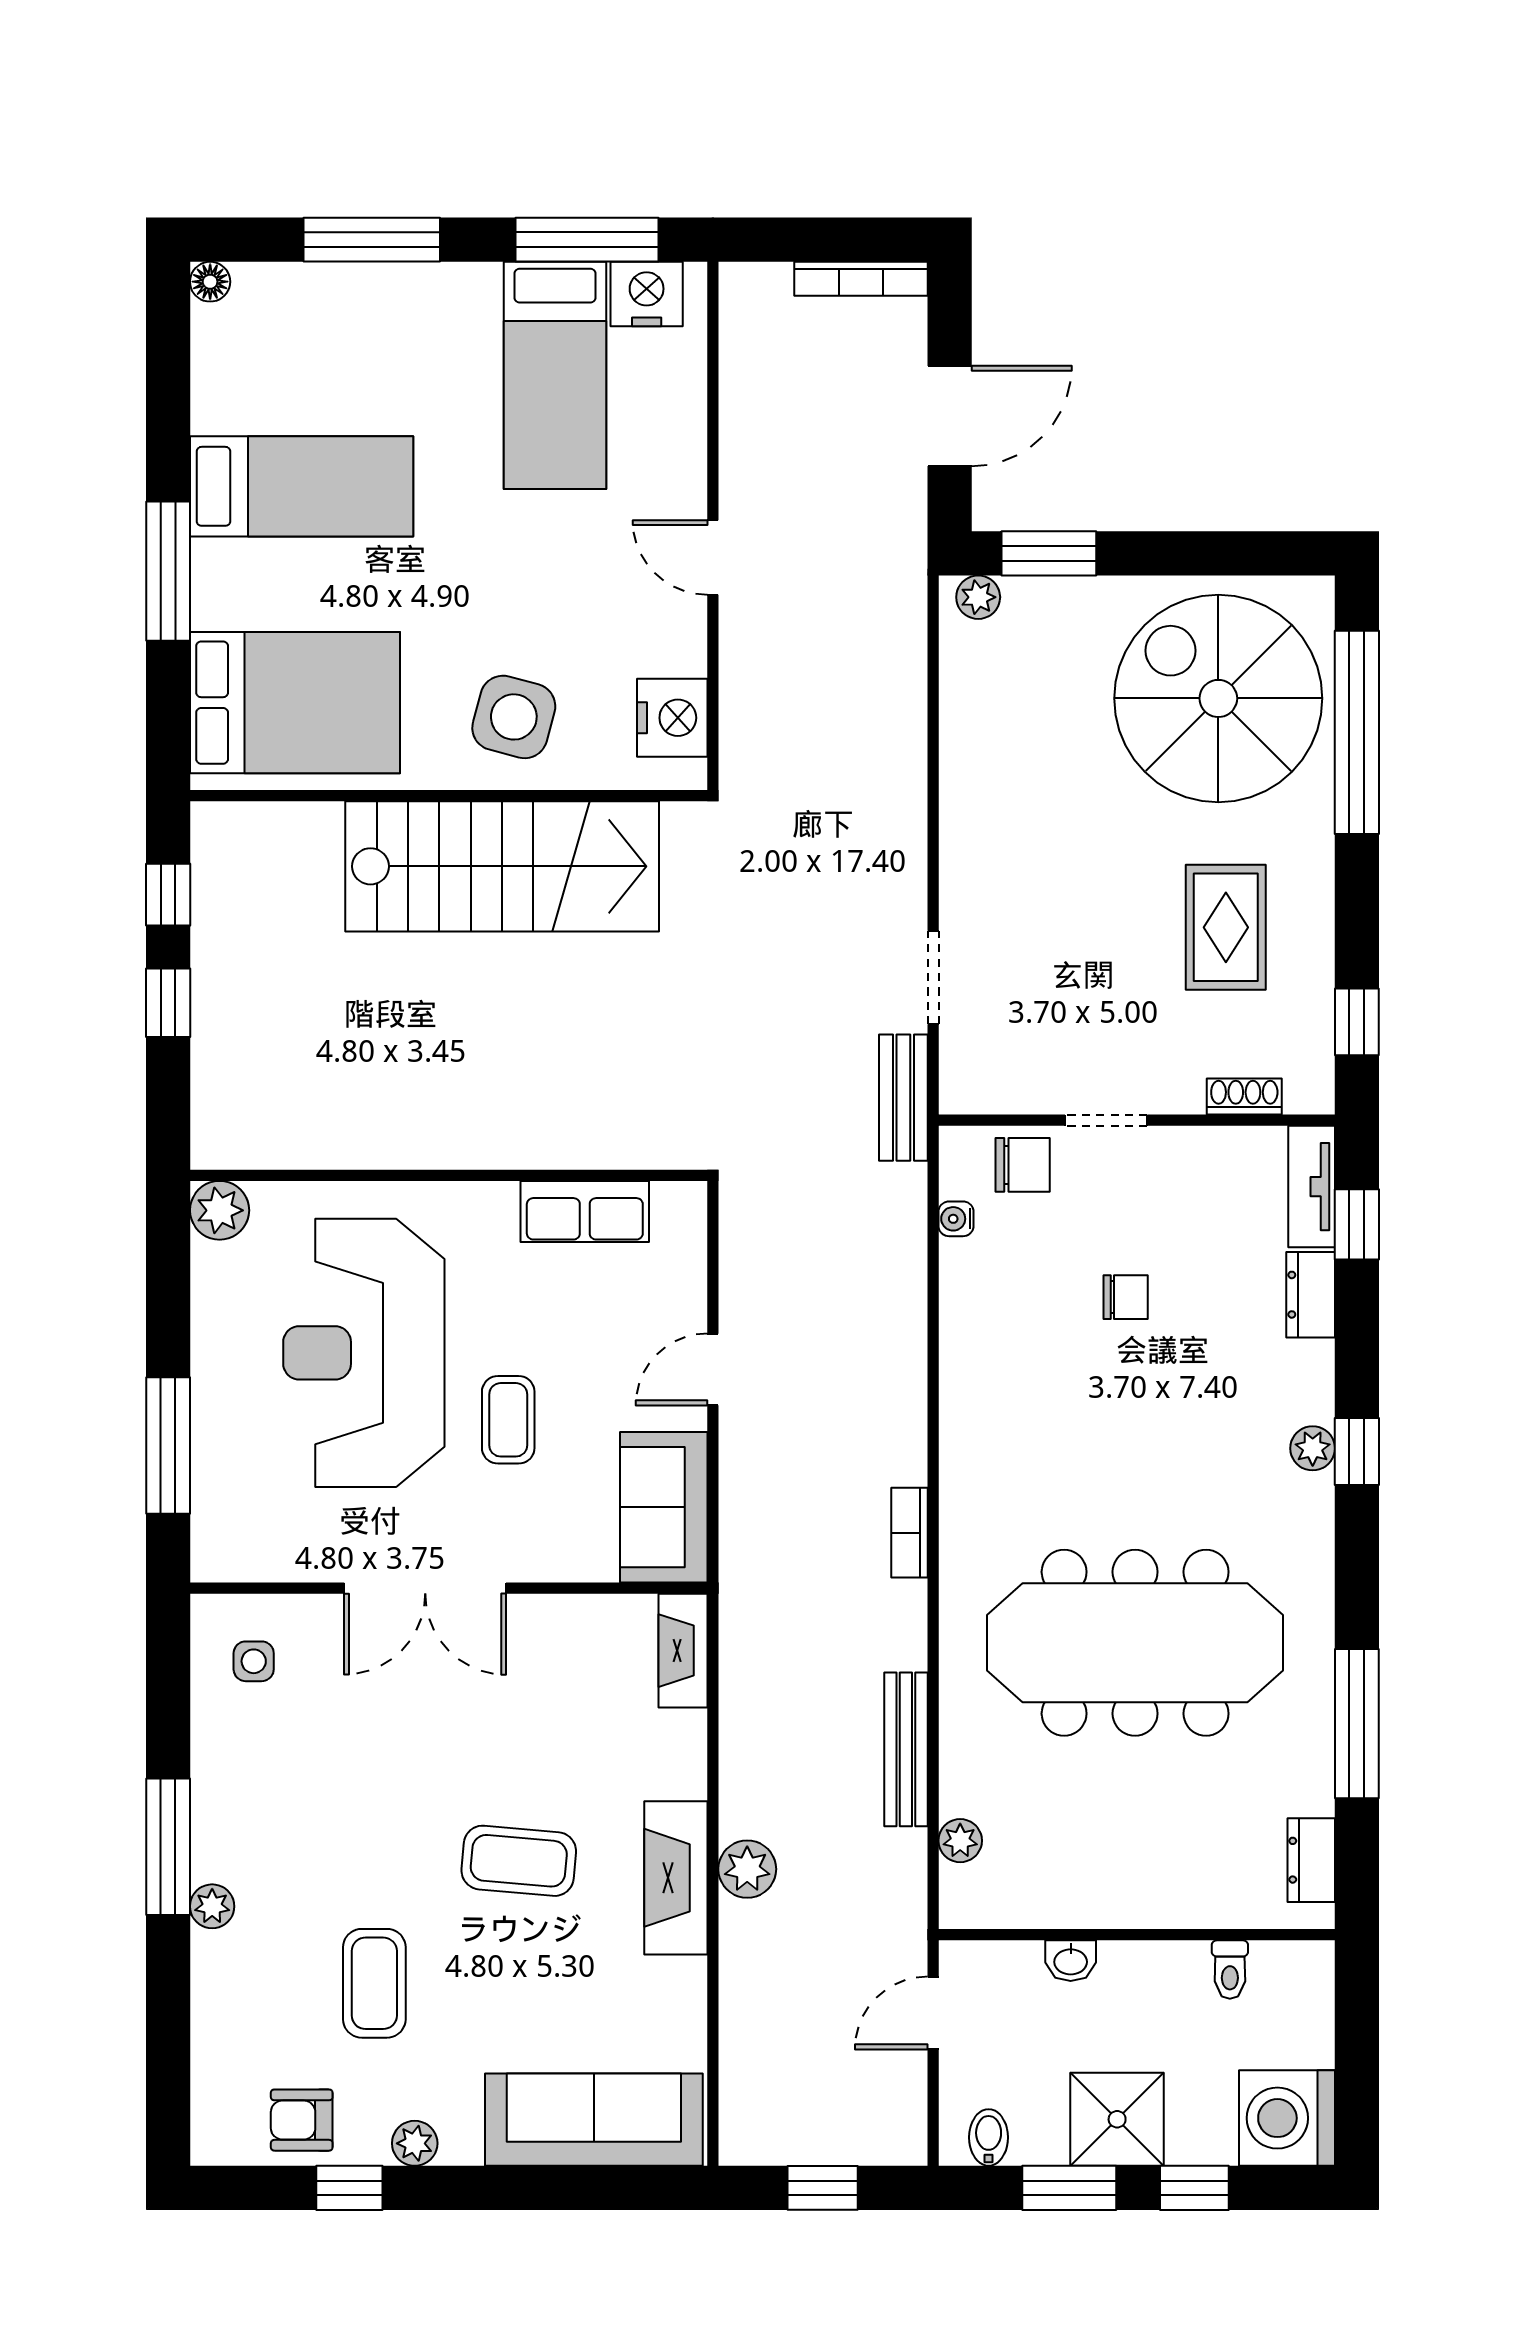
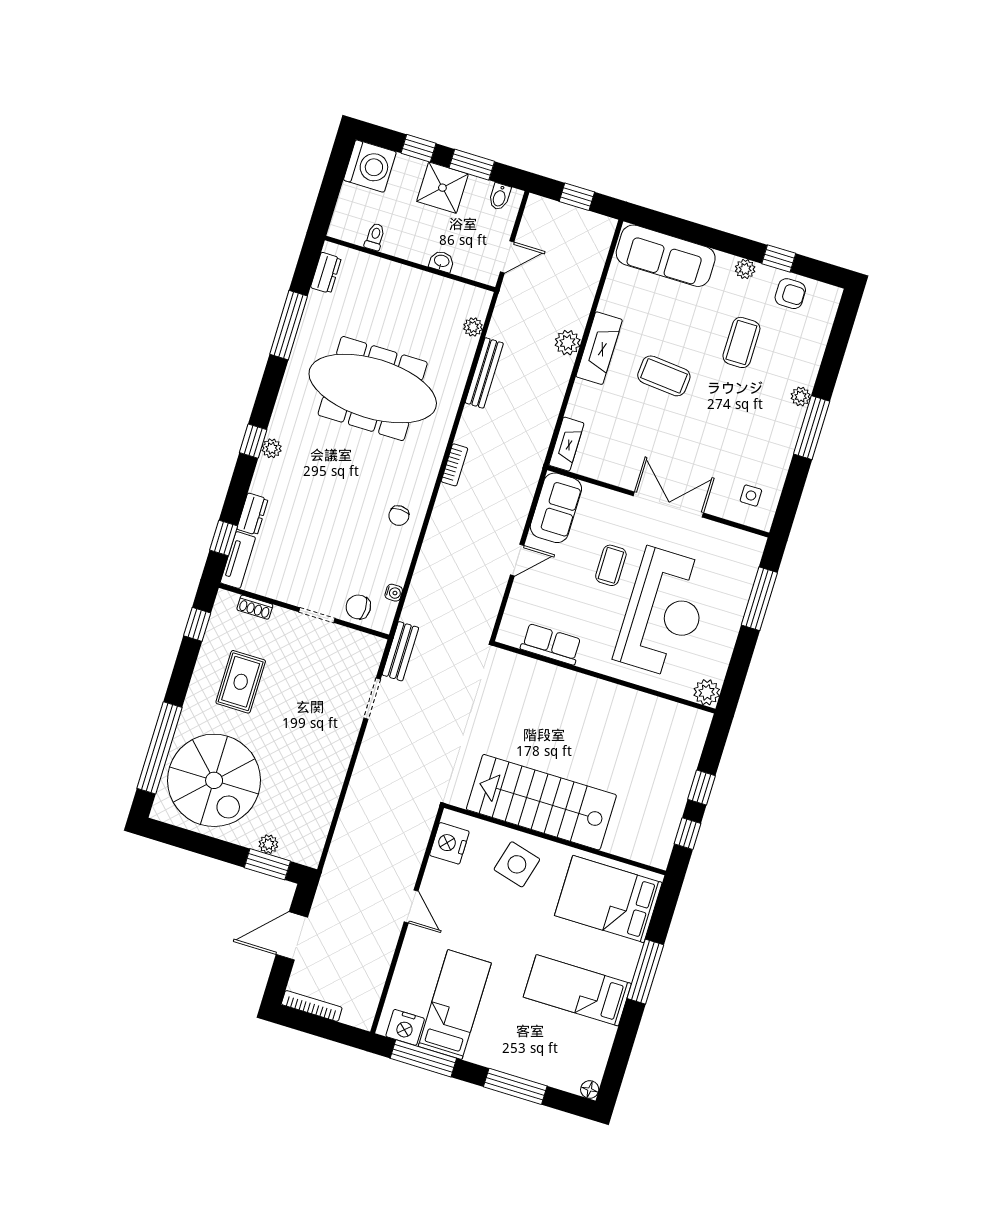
plant: (978, 597) -> (268, 844), moved
chair: (1126, 1297) -> (399, 516), moved, turned -90

